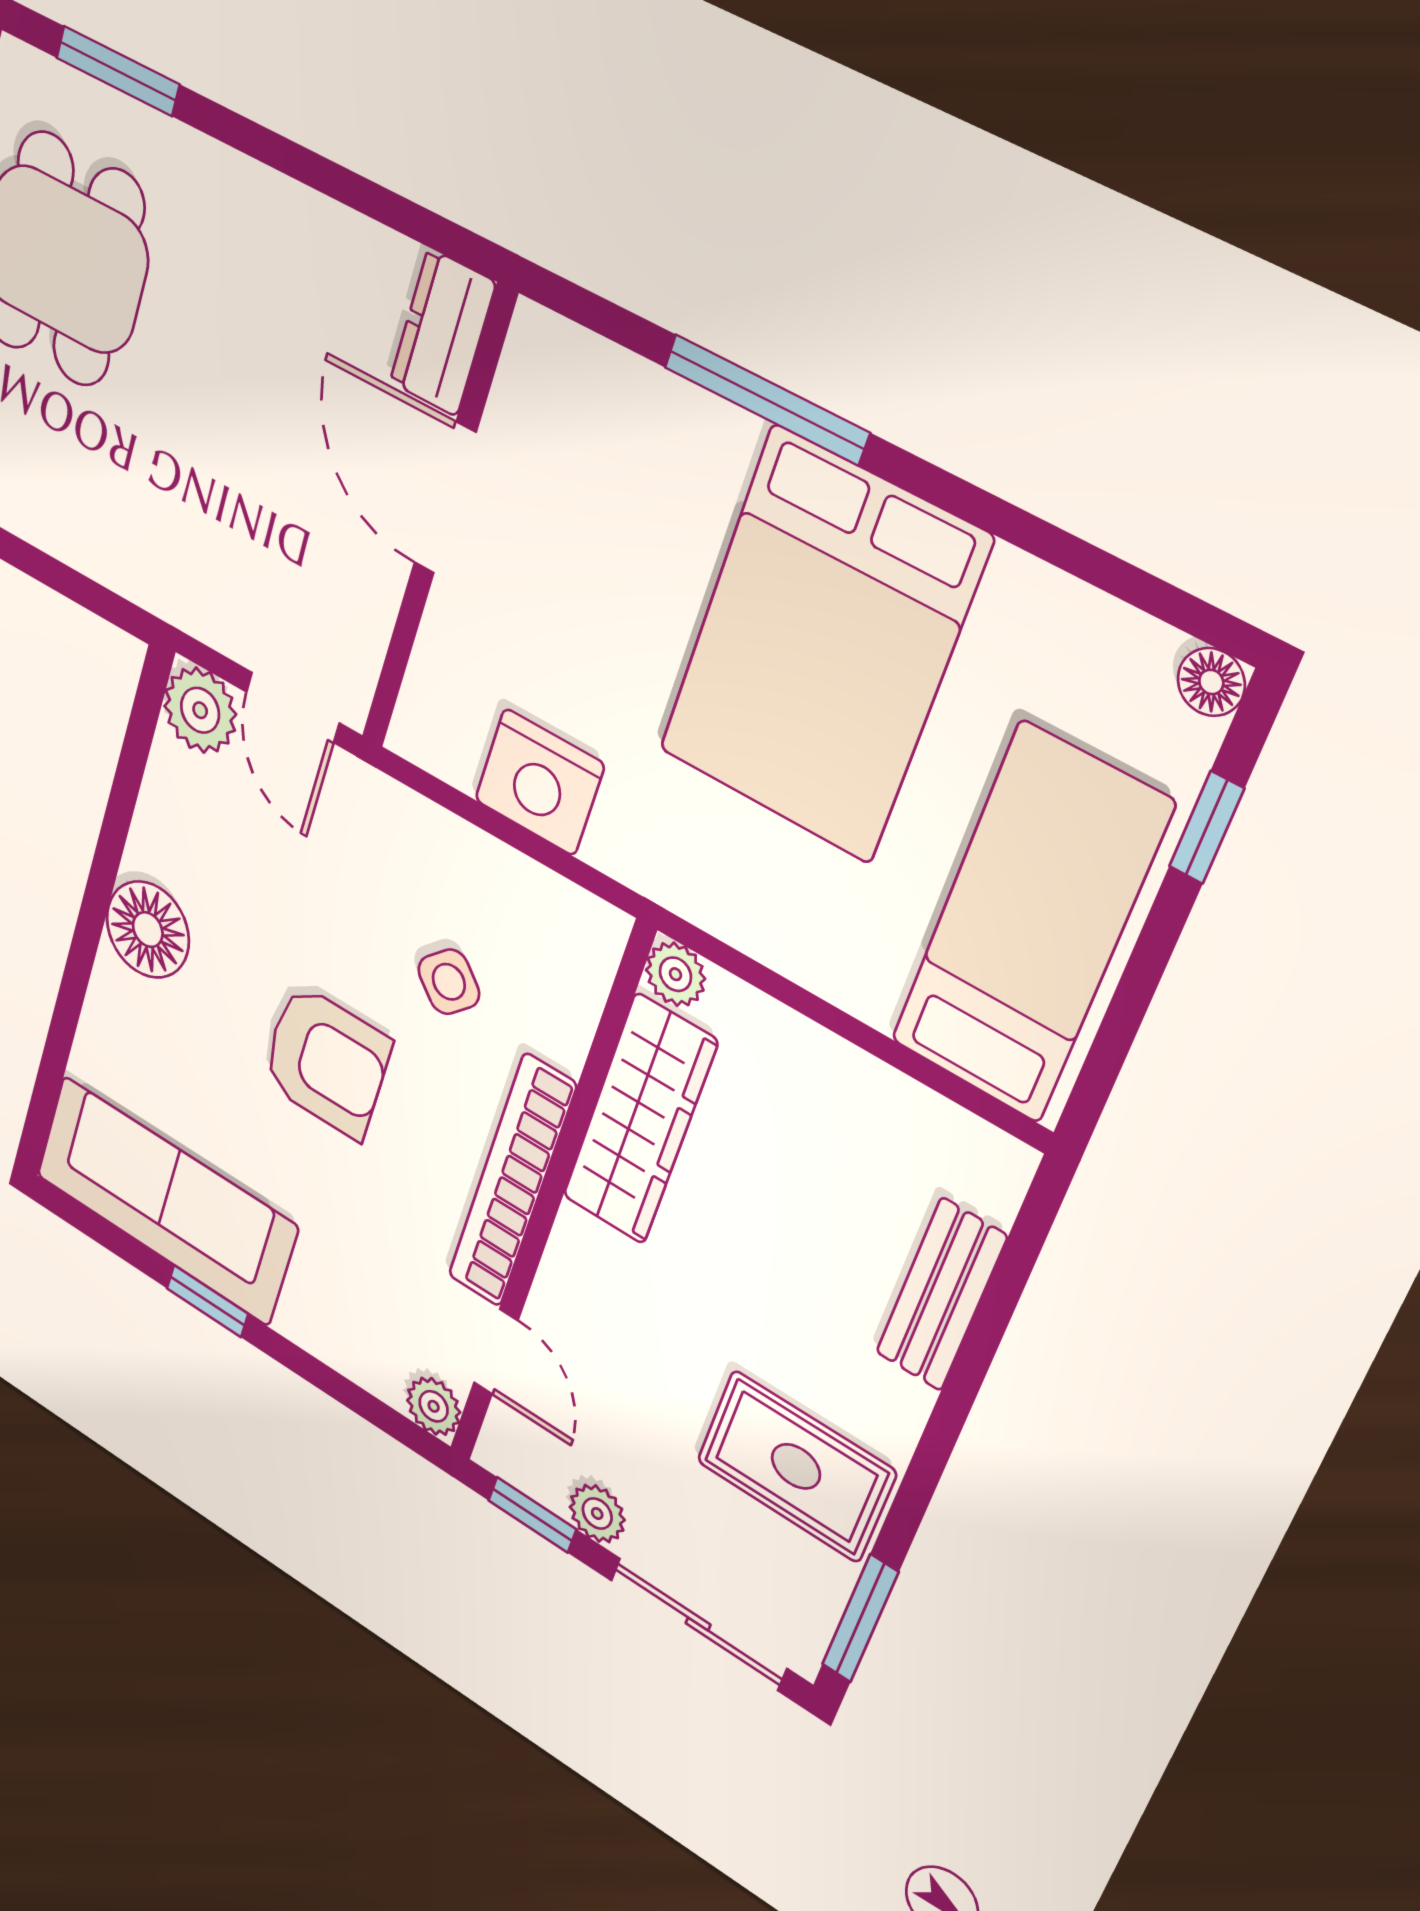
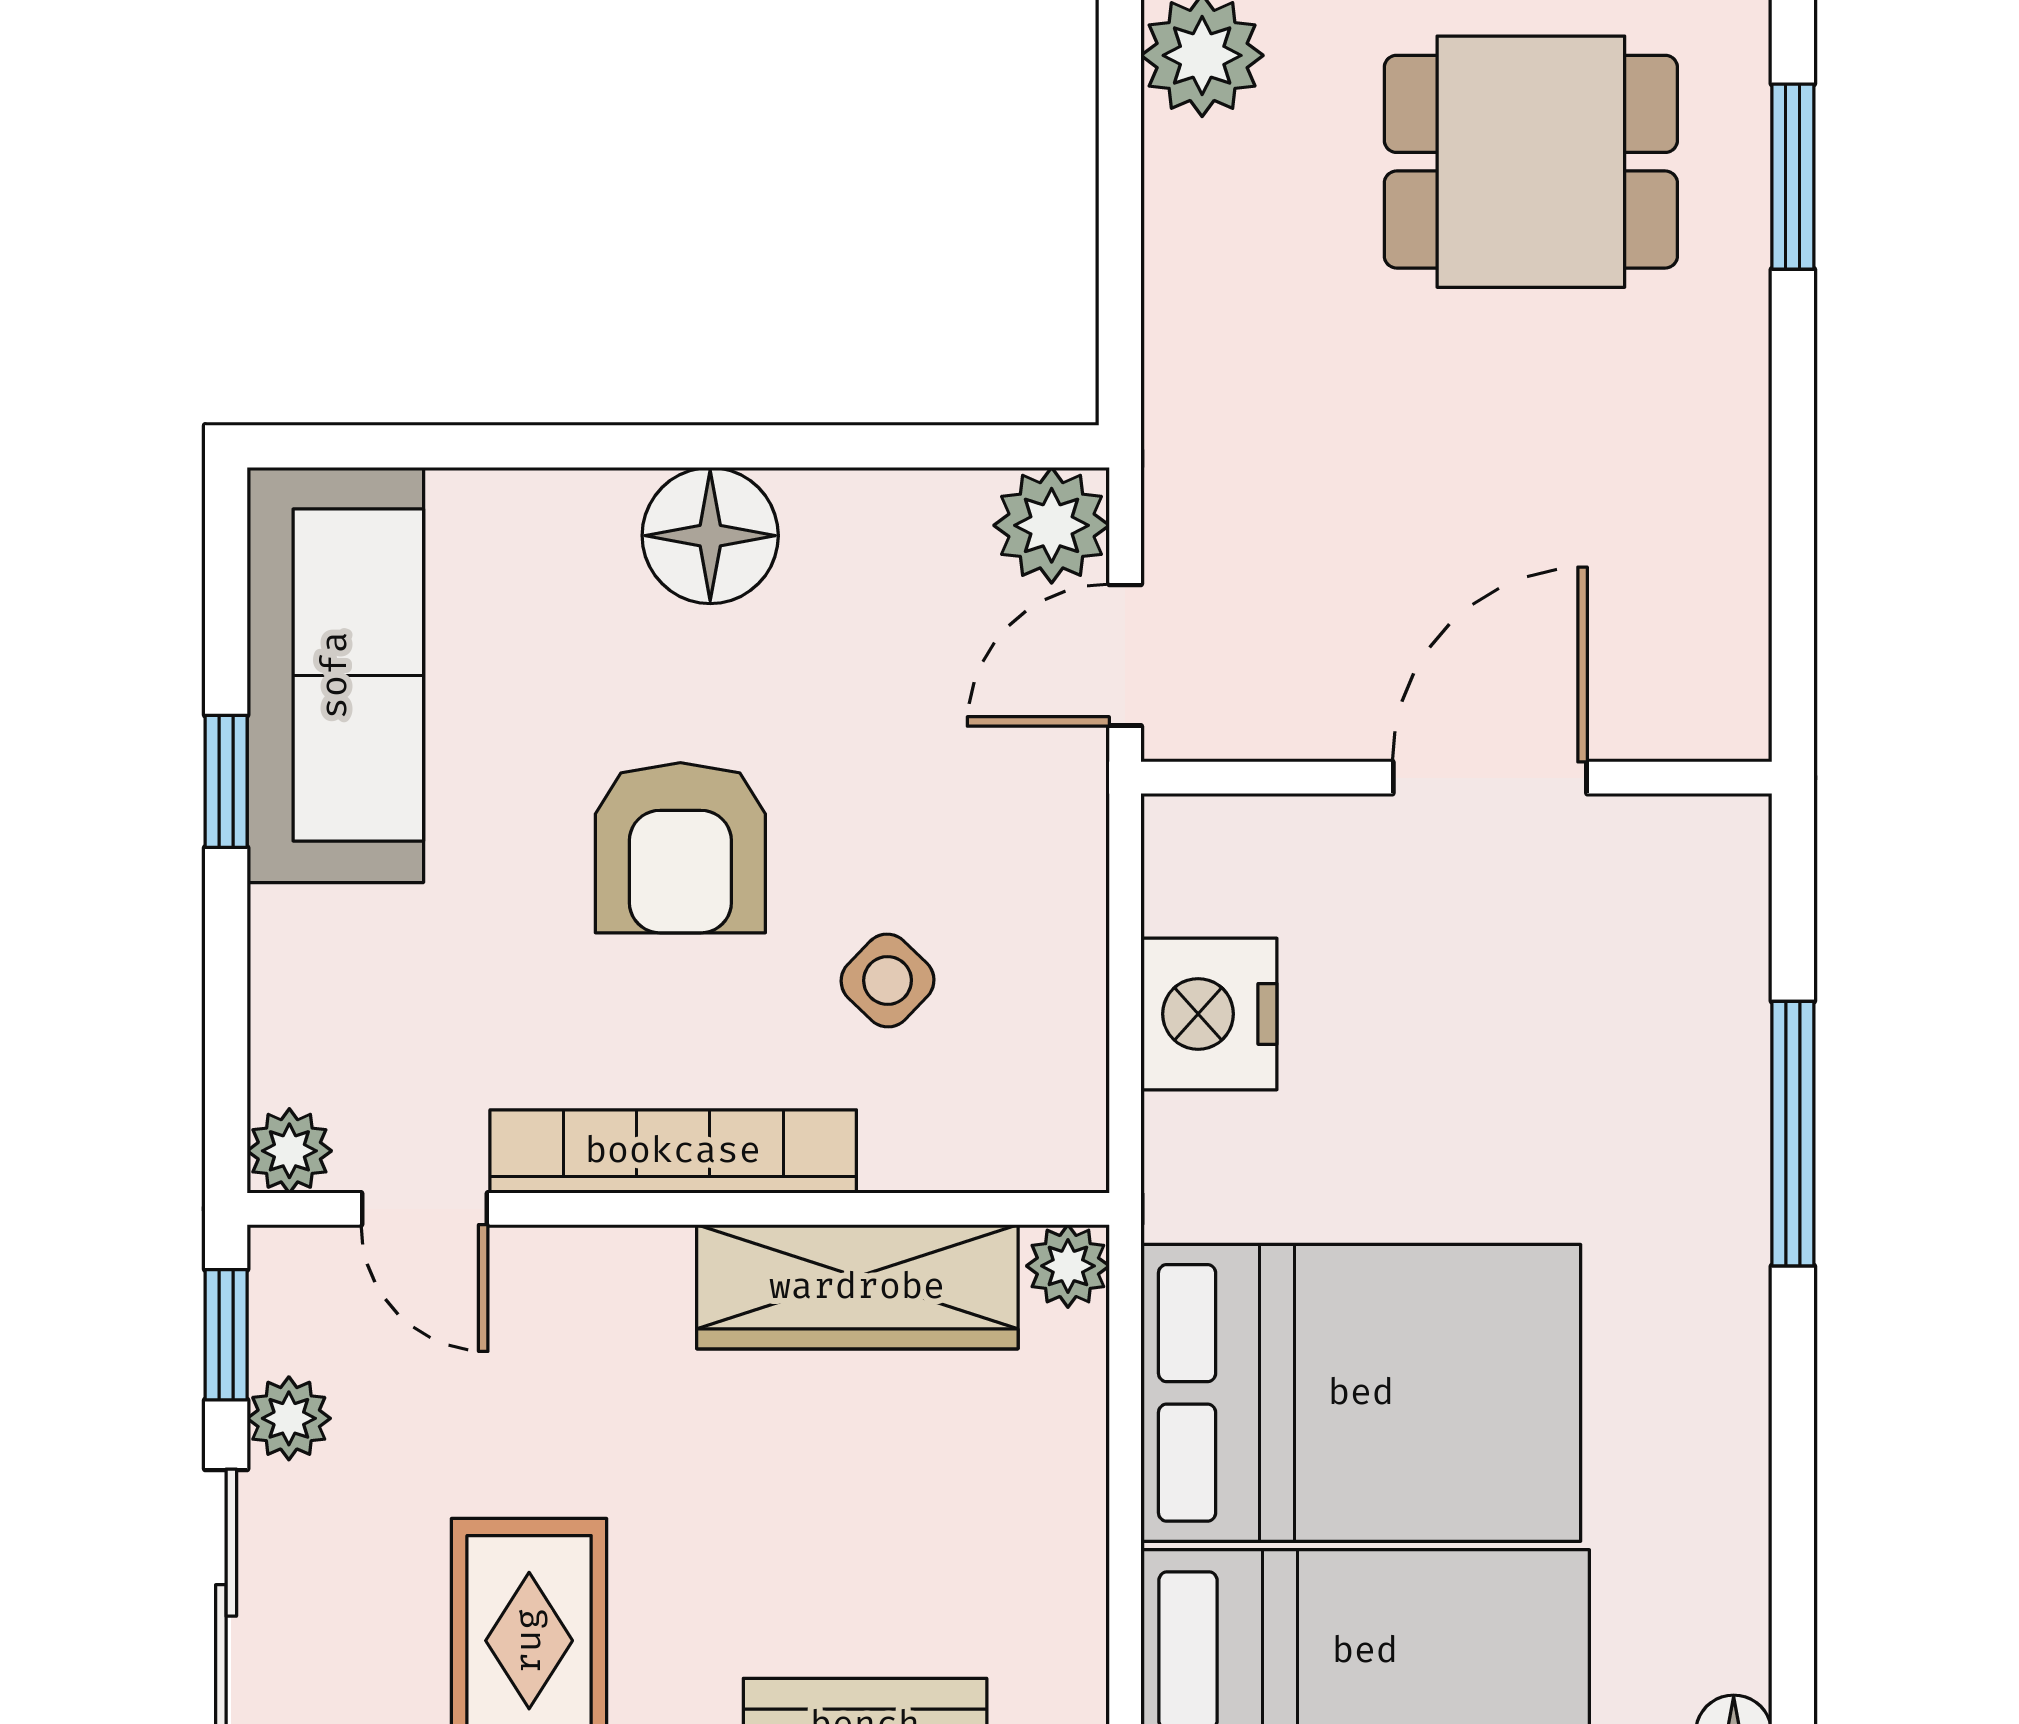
dresser: (443, 333) -> (1682, 711), removed
bed: (822, 646) -> (1361, 1393), moved, turned 180
door: (496, 1352) -> (424, 1209), hinge flipped

